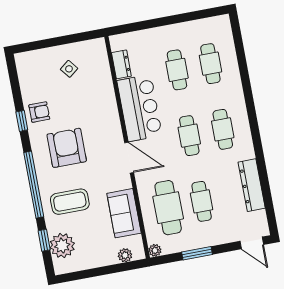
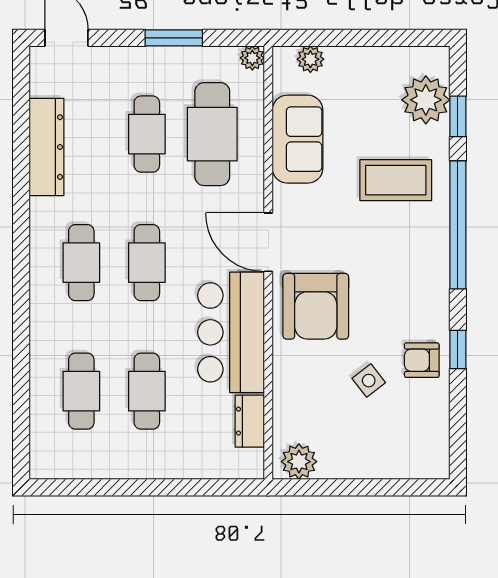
plant: (92, 48) -> (299, 462), added
side table: (69, 69) -> (369, 381), moved
armchair: (67, 148) -> (316, 306), moved

